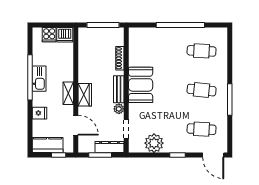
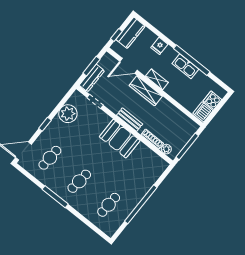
wardrobe: (85, 95) -> (146, 91), width x1.50
plant: (119, 109) -> (166, 149), moved

